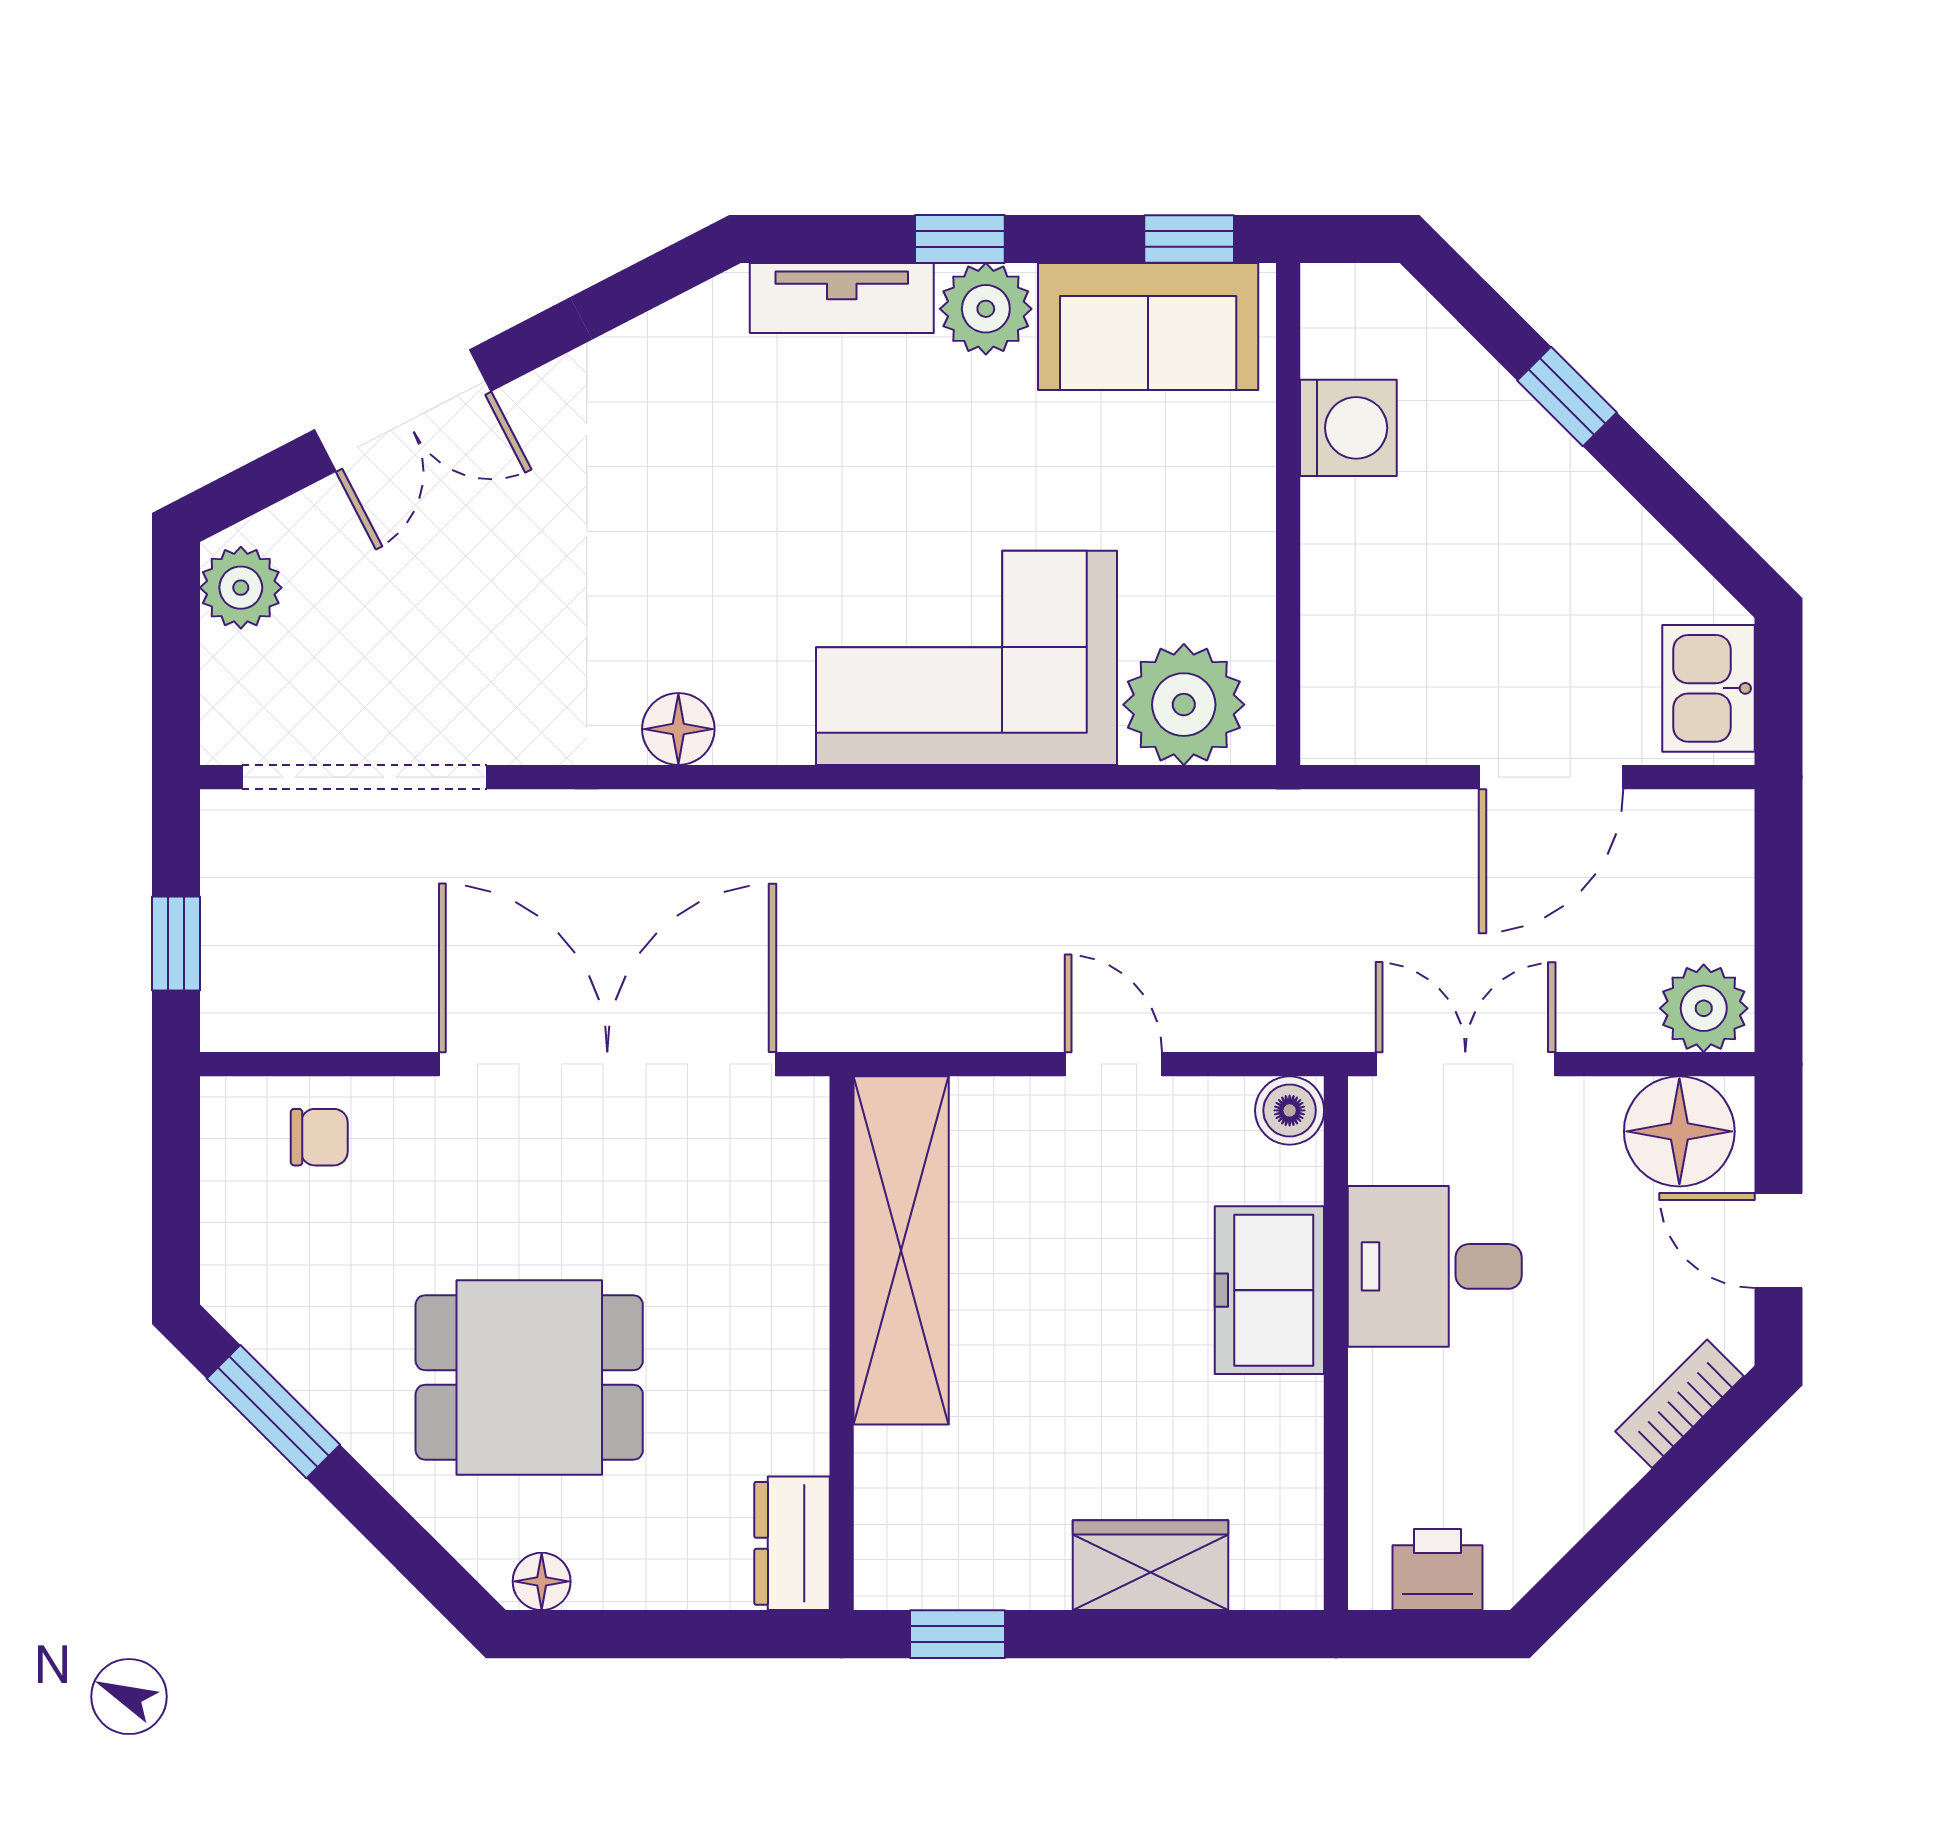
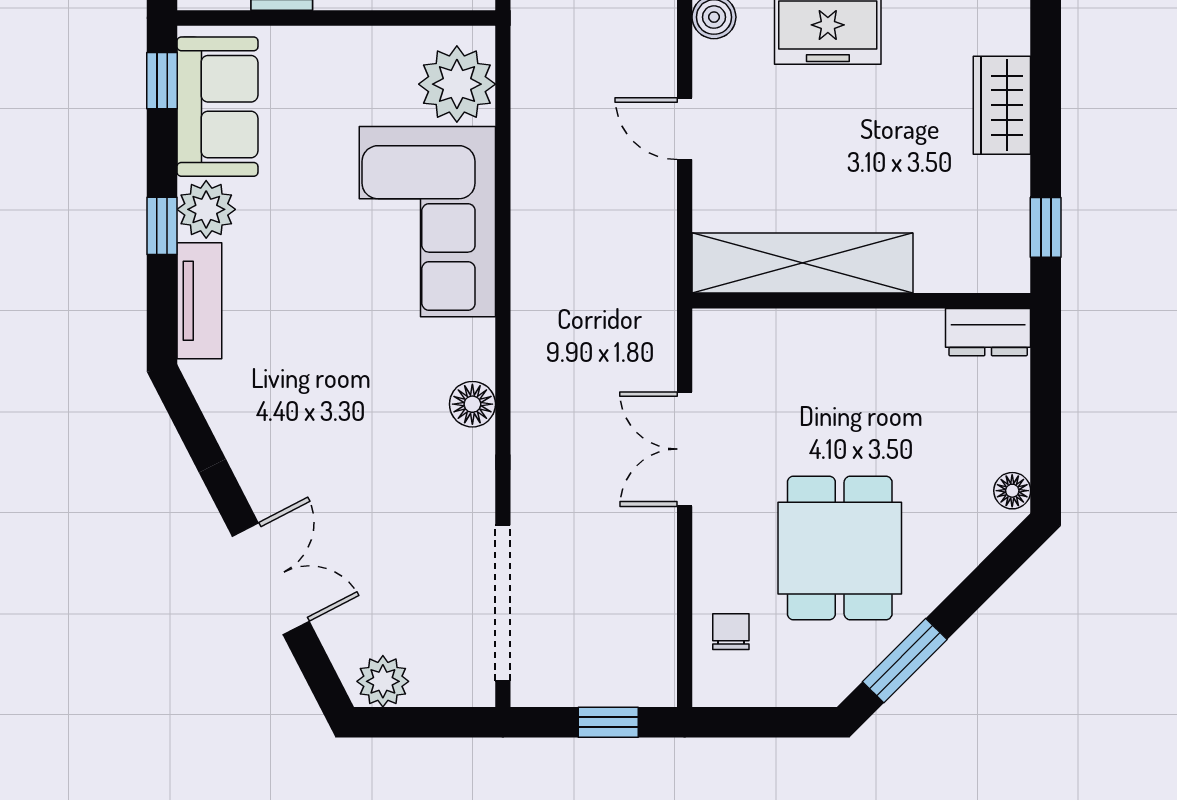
double door: (607, 1064) -> (685, 449), width x0.54
door: (1113, 1064) -> (685, 129), hinge flipped
dining table: (529, 1377) -> (840, 548), moved

